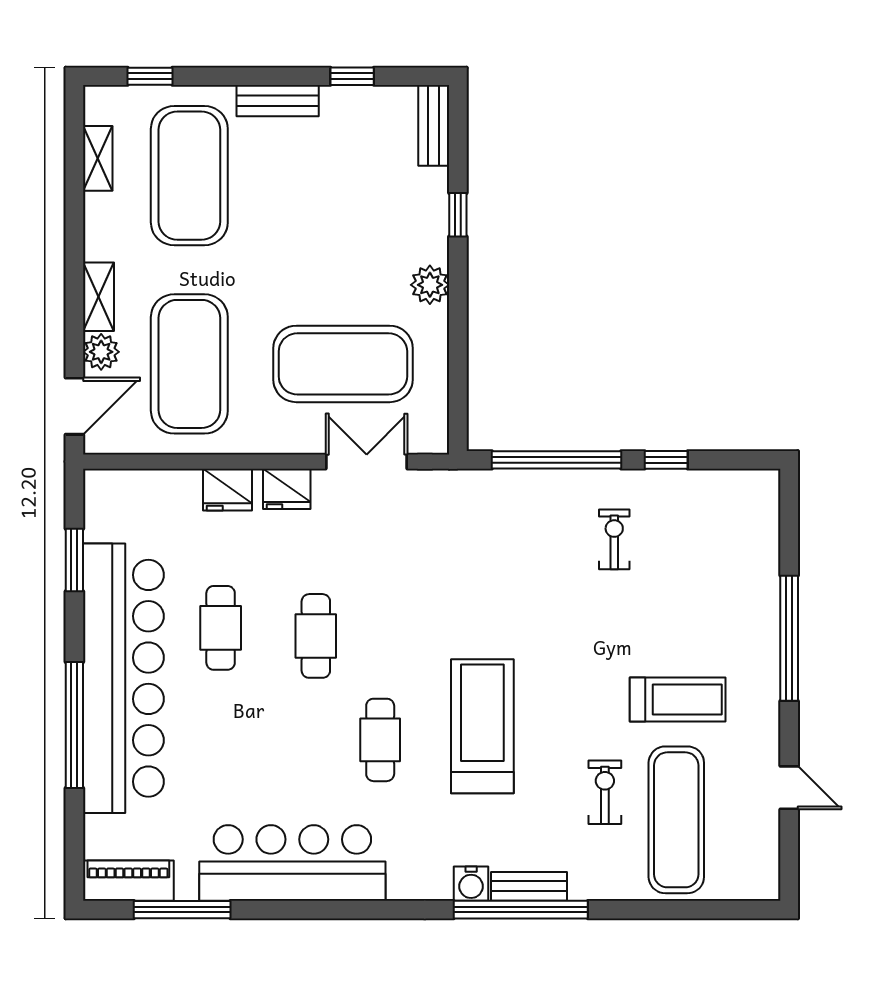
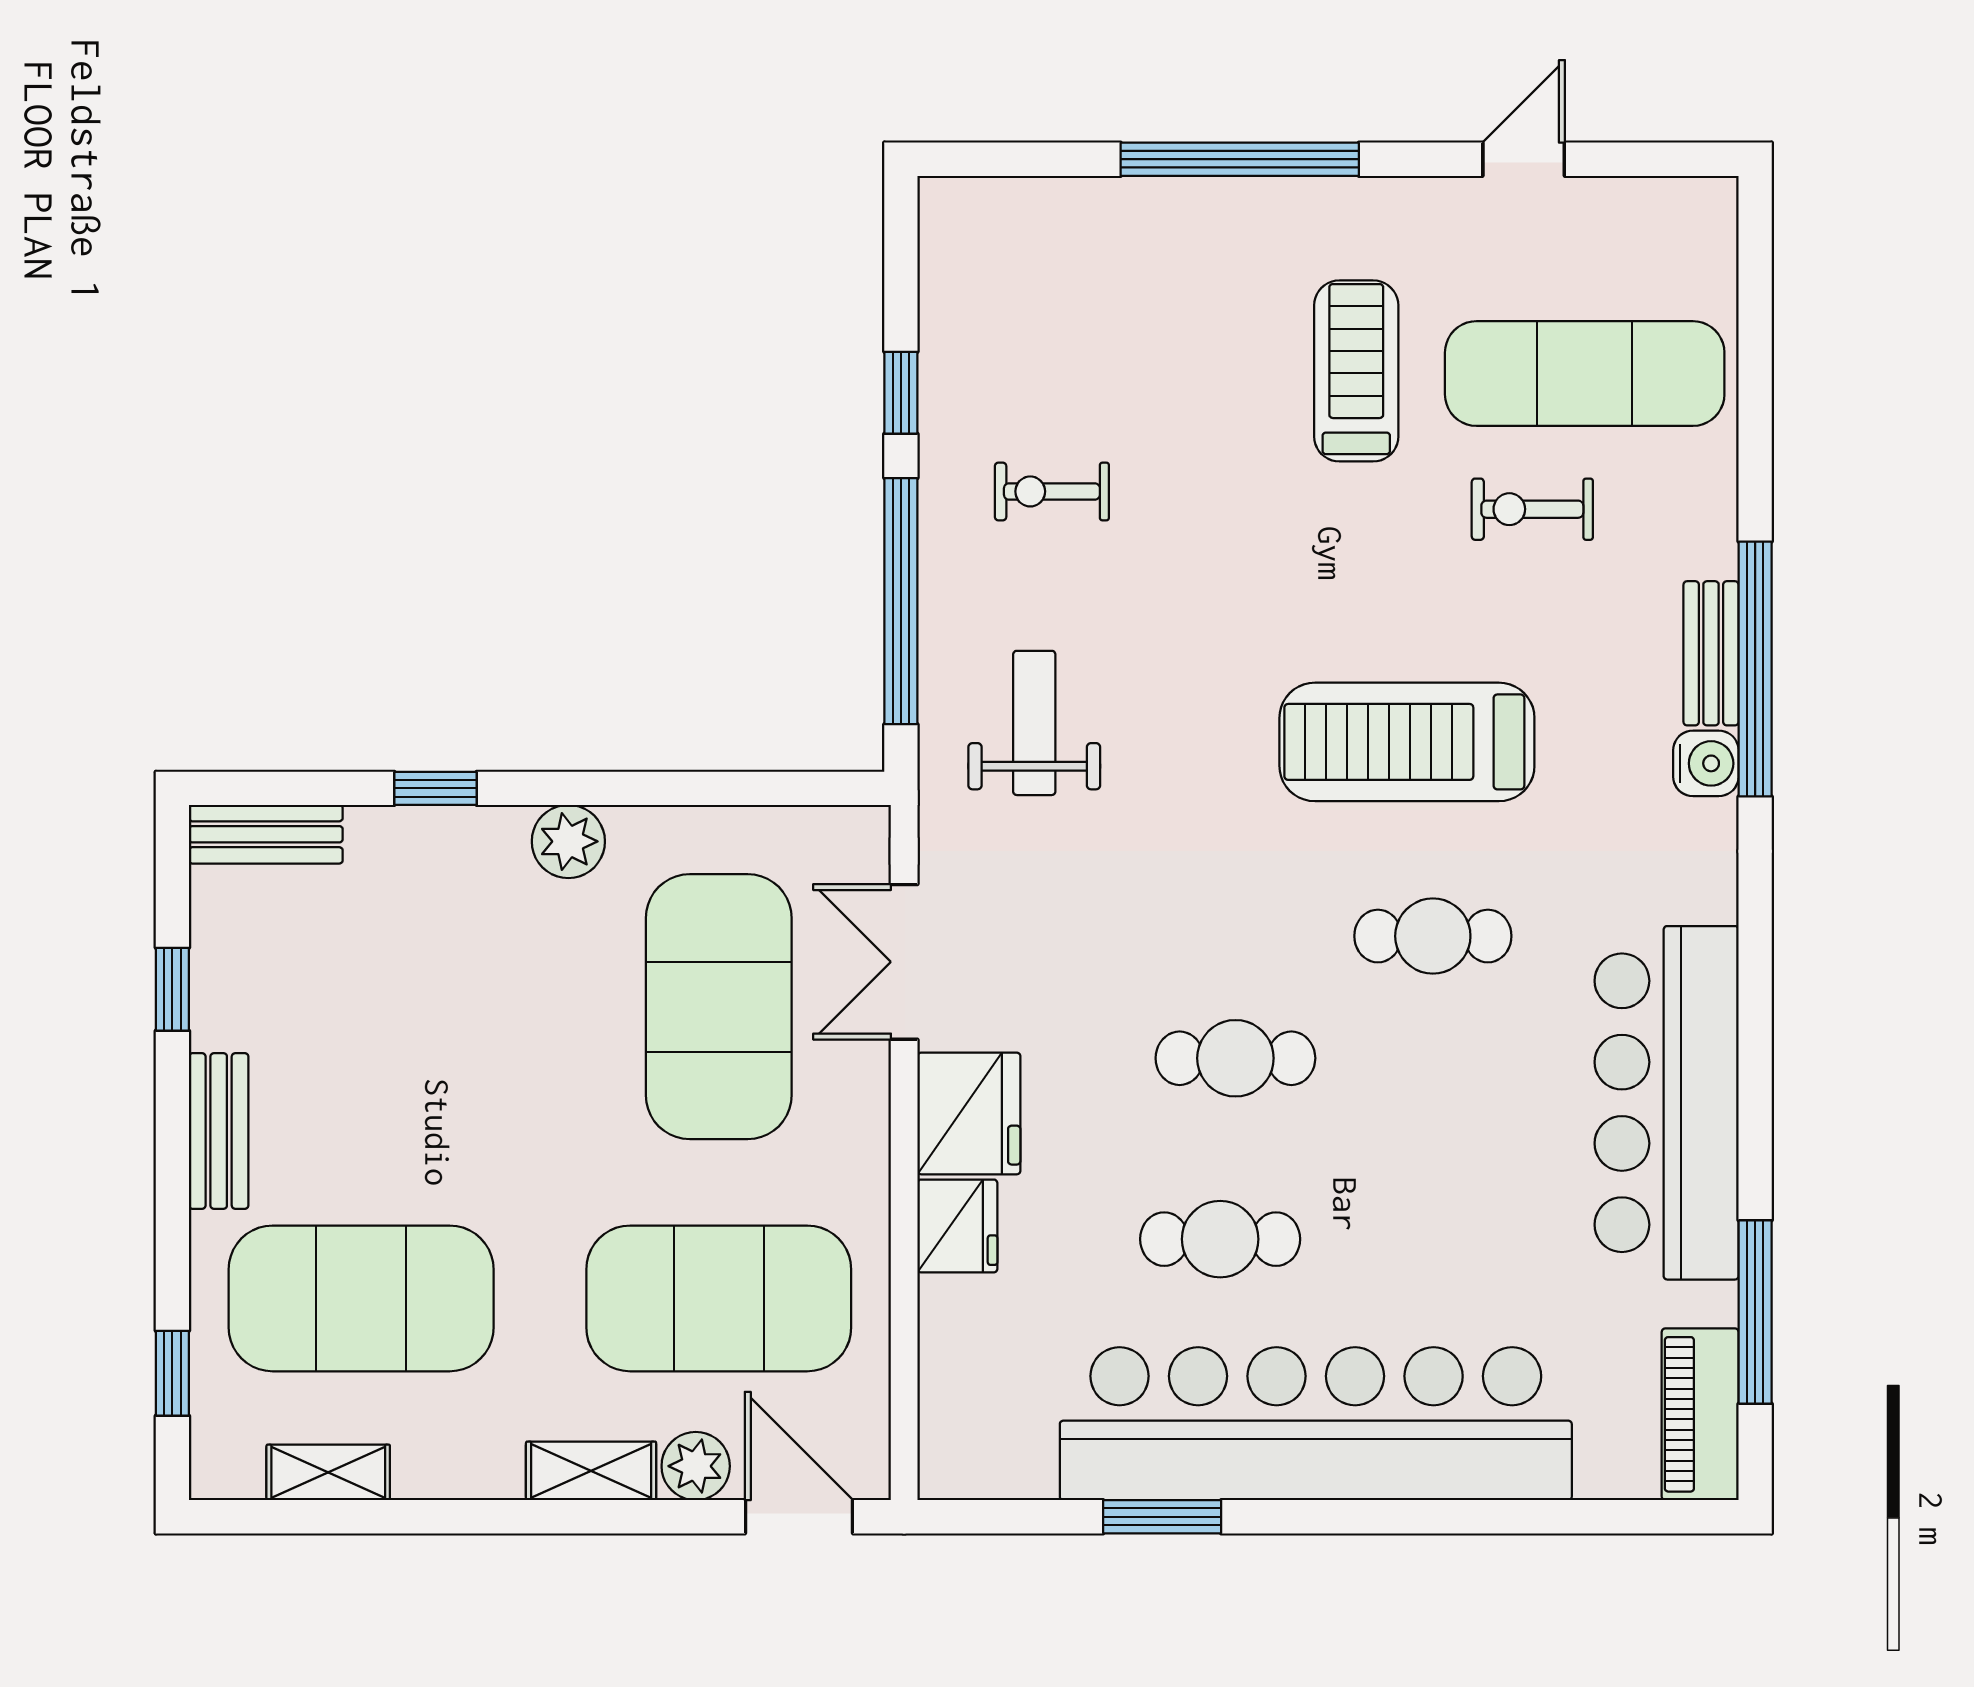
fridge: (287, 489) -> (969, 1113), width x1.36, depth x1.34
weight bench: (492, 530) -> (1034, 723), added
window: (74, 560) -> (1162, 1517), moved
window: (74, 725) -> (1404, 1517), removed

